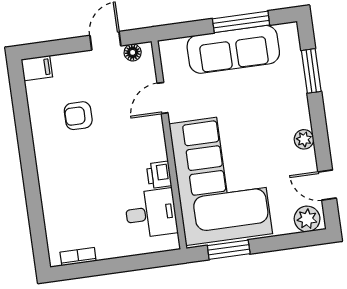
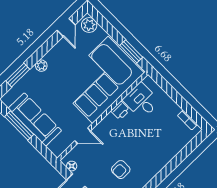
armchair: (78, 116) -> (121, 170), turned 90
plant: (304, 139) -> (41, 66), moved

